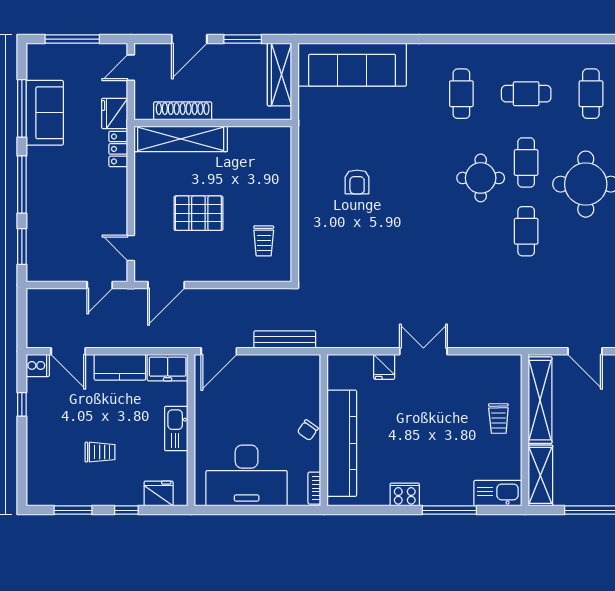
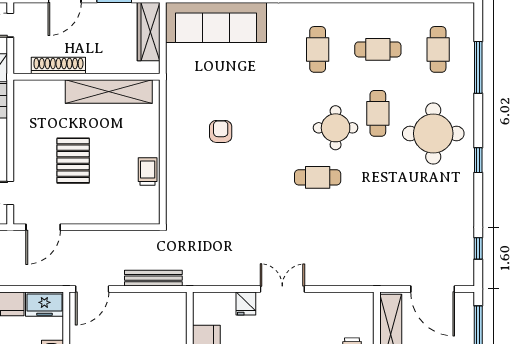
shelving: (181, 139) -> (109, 91), moved
armchair: (357, 182) -> (221, 131), turned 180
pallet: (198, 213) -> (73, 161), turned 90
cafe table: (526, 231) -> (318, 177), moved, turned 90
trolley: (264, 241) -> (148, 172), moved, turned 180
door: (585, 351) -> (433, 289), width x1.36

